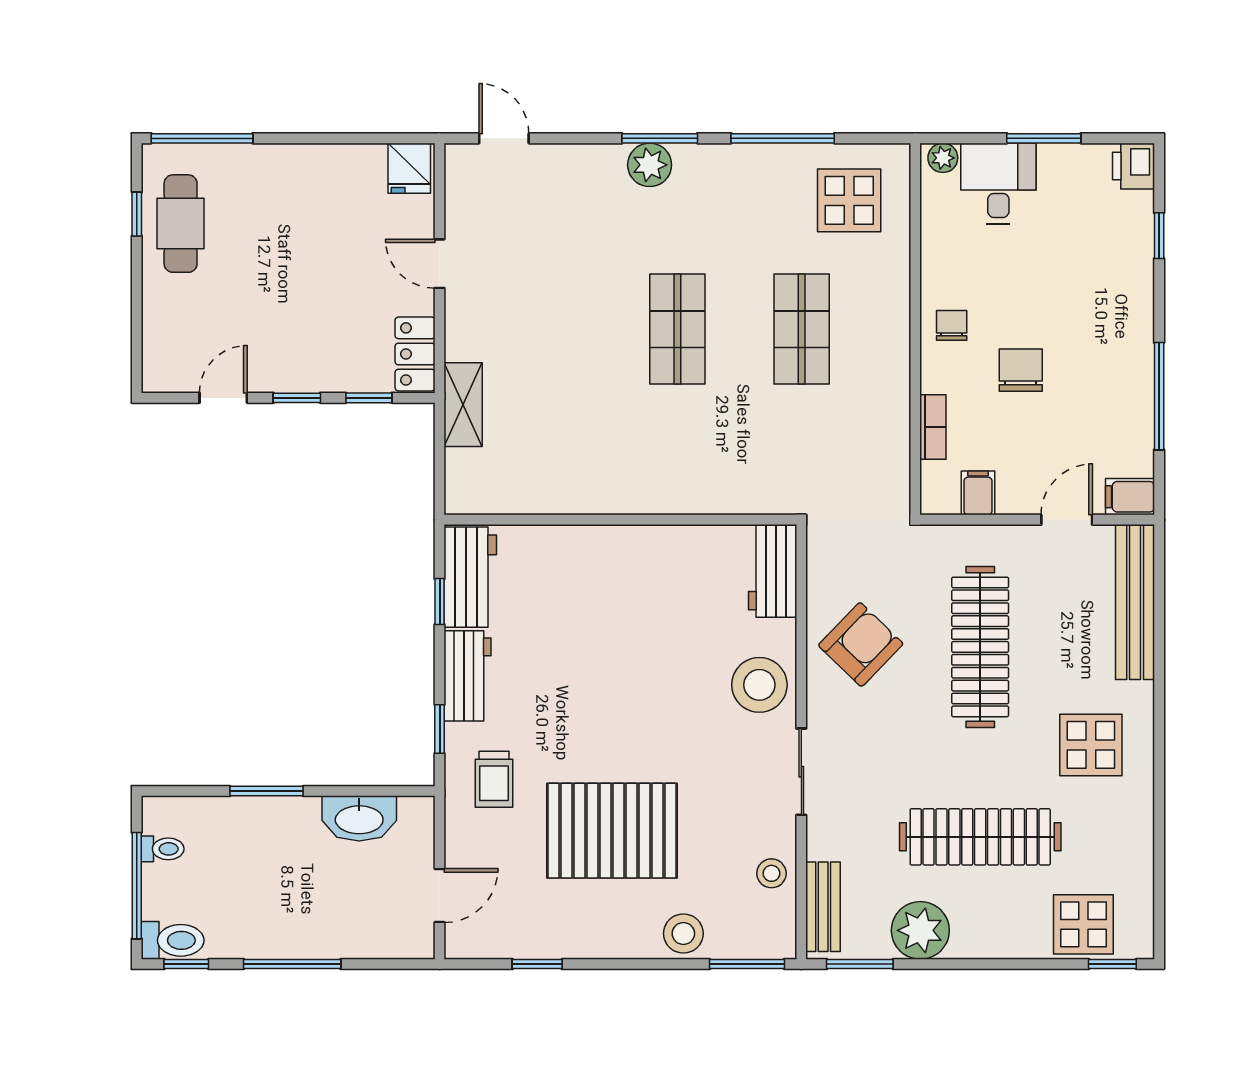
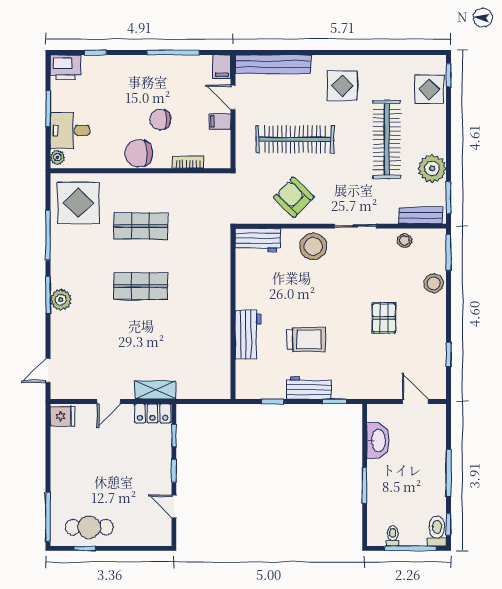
printer: (1133, 166) -> (66, 67), width x1.36, depth x1.24
display table: (849, 200) -> (78, 203), width x1.36, depth x1.36
chair: (952, 325) -> (139, 153), width x1.87, depth x1.87
shelving: (463, 405) -> (155, 390), moved
filing cabinet: (978, 493) -> (220, 121), moved
workbench: (470, 577) -> (248, 335), moved, turned 90
trolley: (494, 779) -> (306, 339), moved, width x1.36, depth x1.39
pallet: (612, 831) -> (384, 318), width x0.49, depth x0.50

